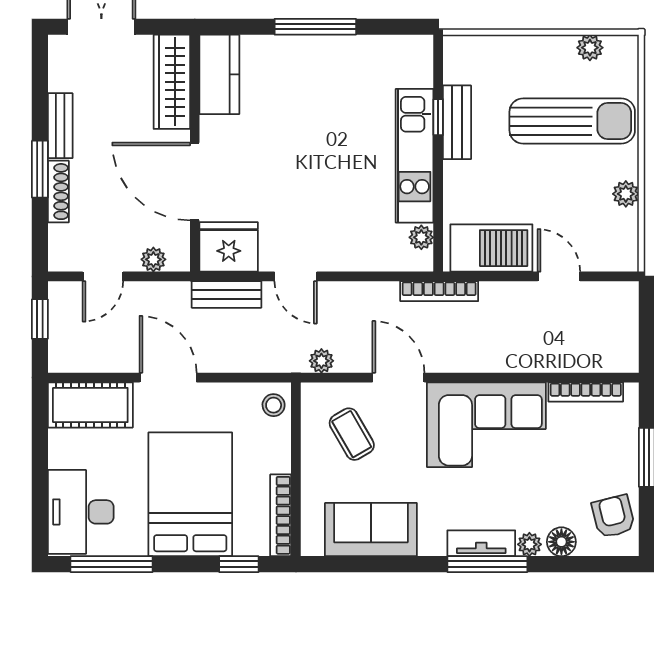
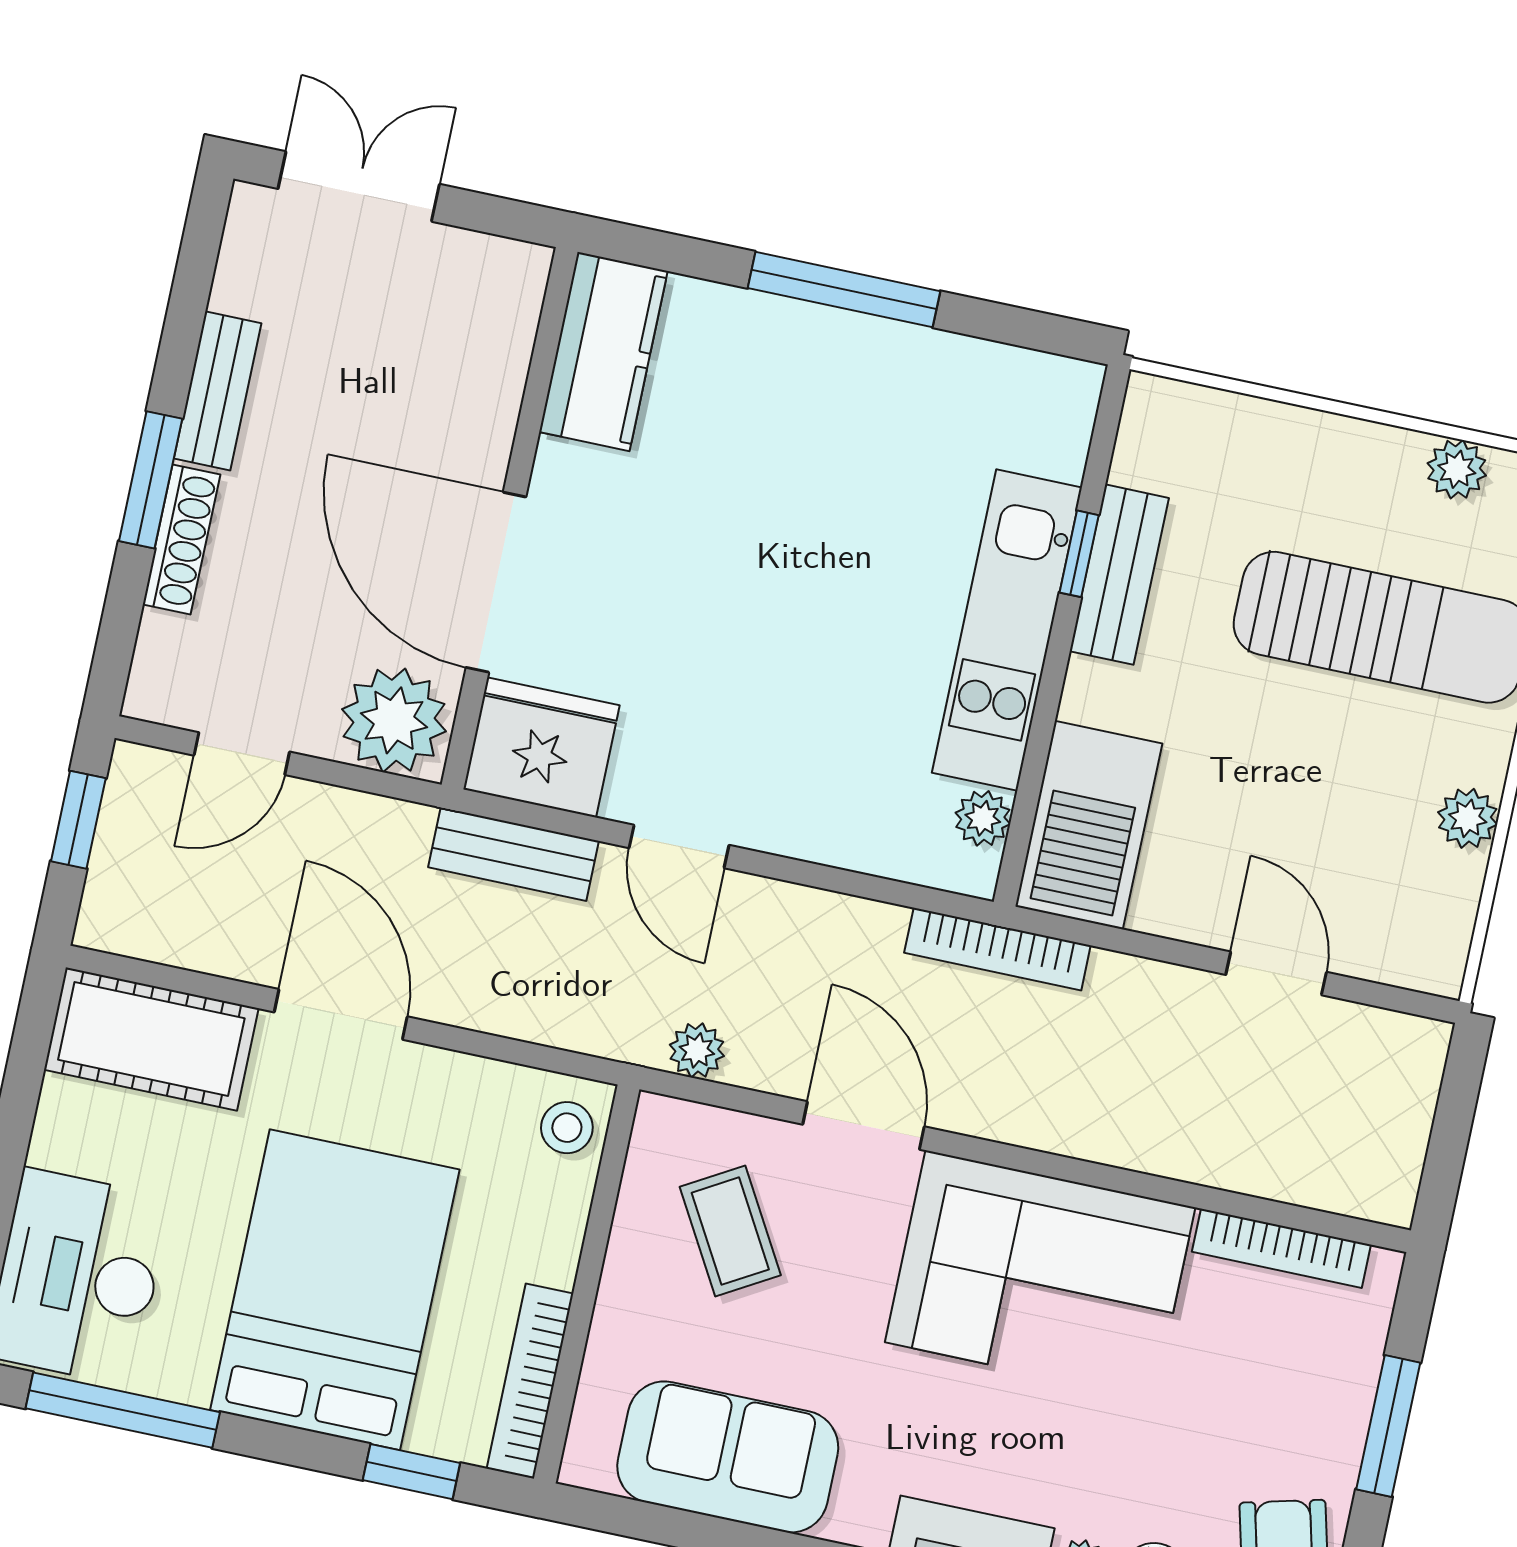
wardrobe: (172, 82) -> (492, 345), removed
barbecue: (491, 248) -> (1089, 825), moved, turned 90
plant: (153, 259) -> (394, 720), width x1.87, depth x1.87

